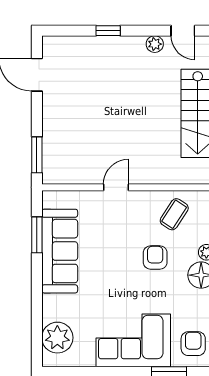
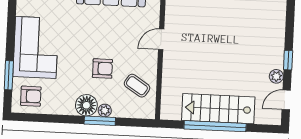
window: (108, 31) -> (288, 60), moved
door: (116, 187) -> (161, 39), swing flipped

